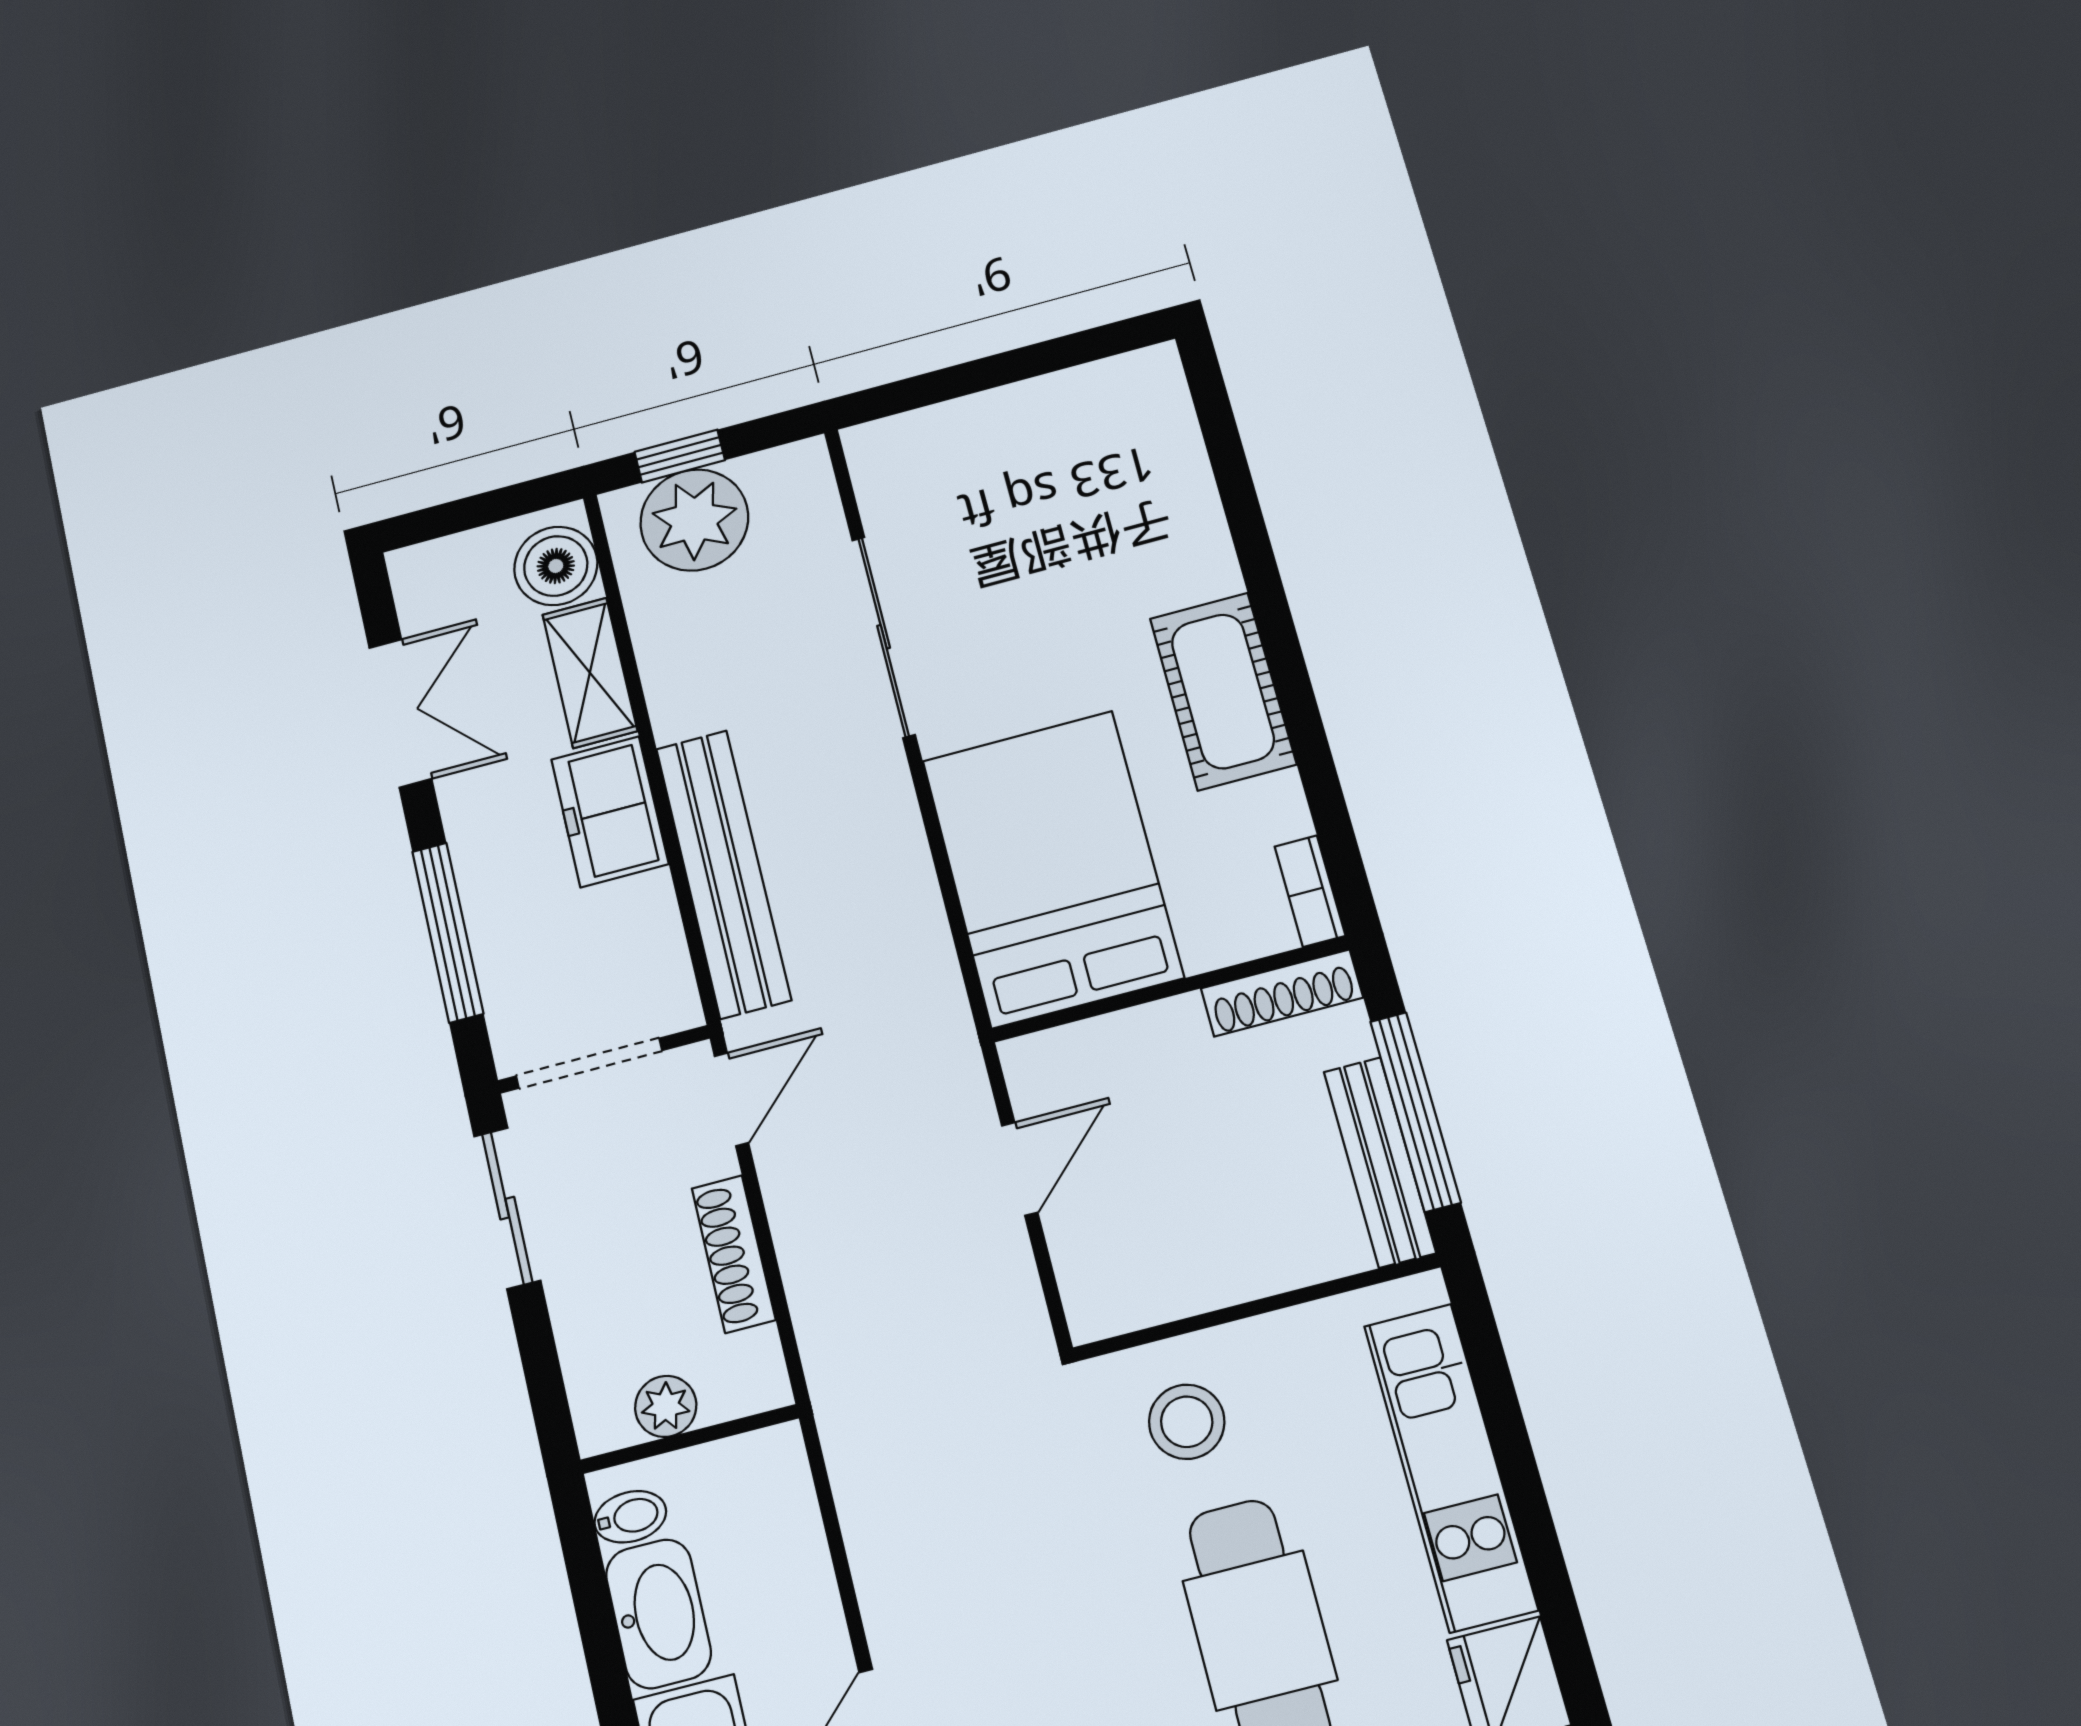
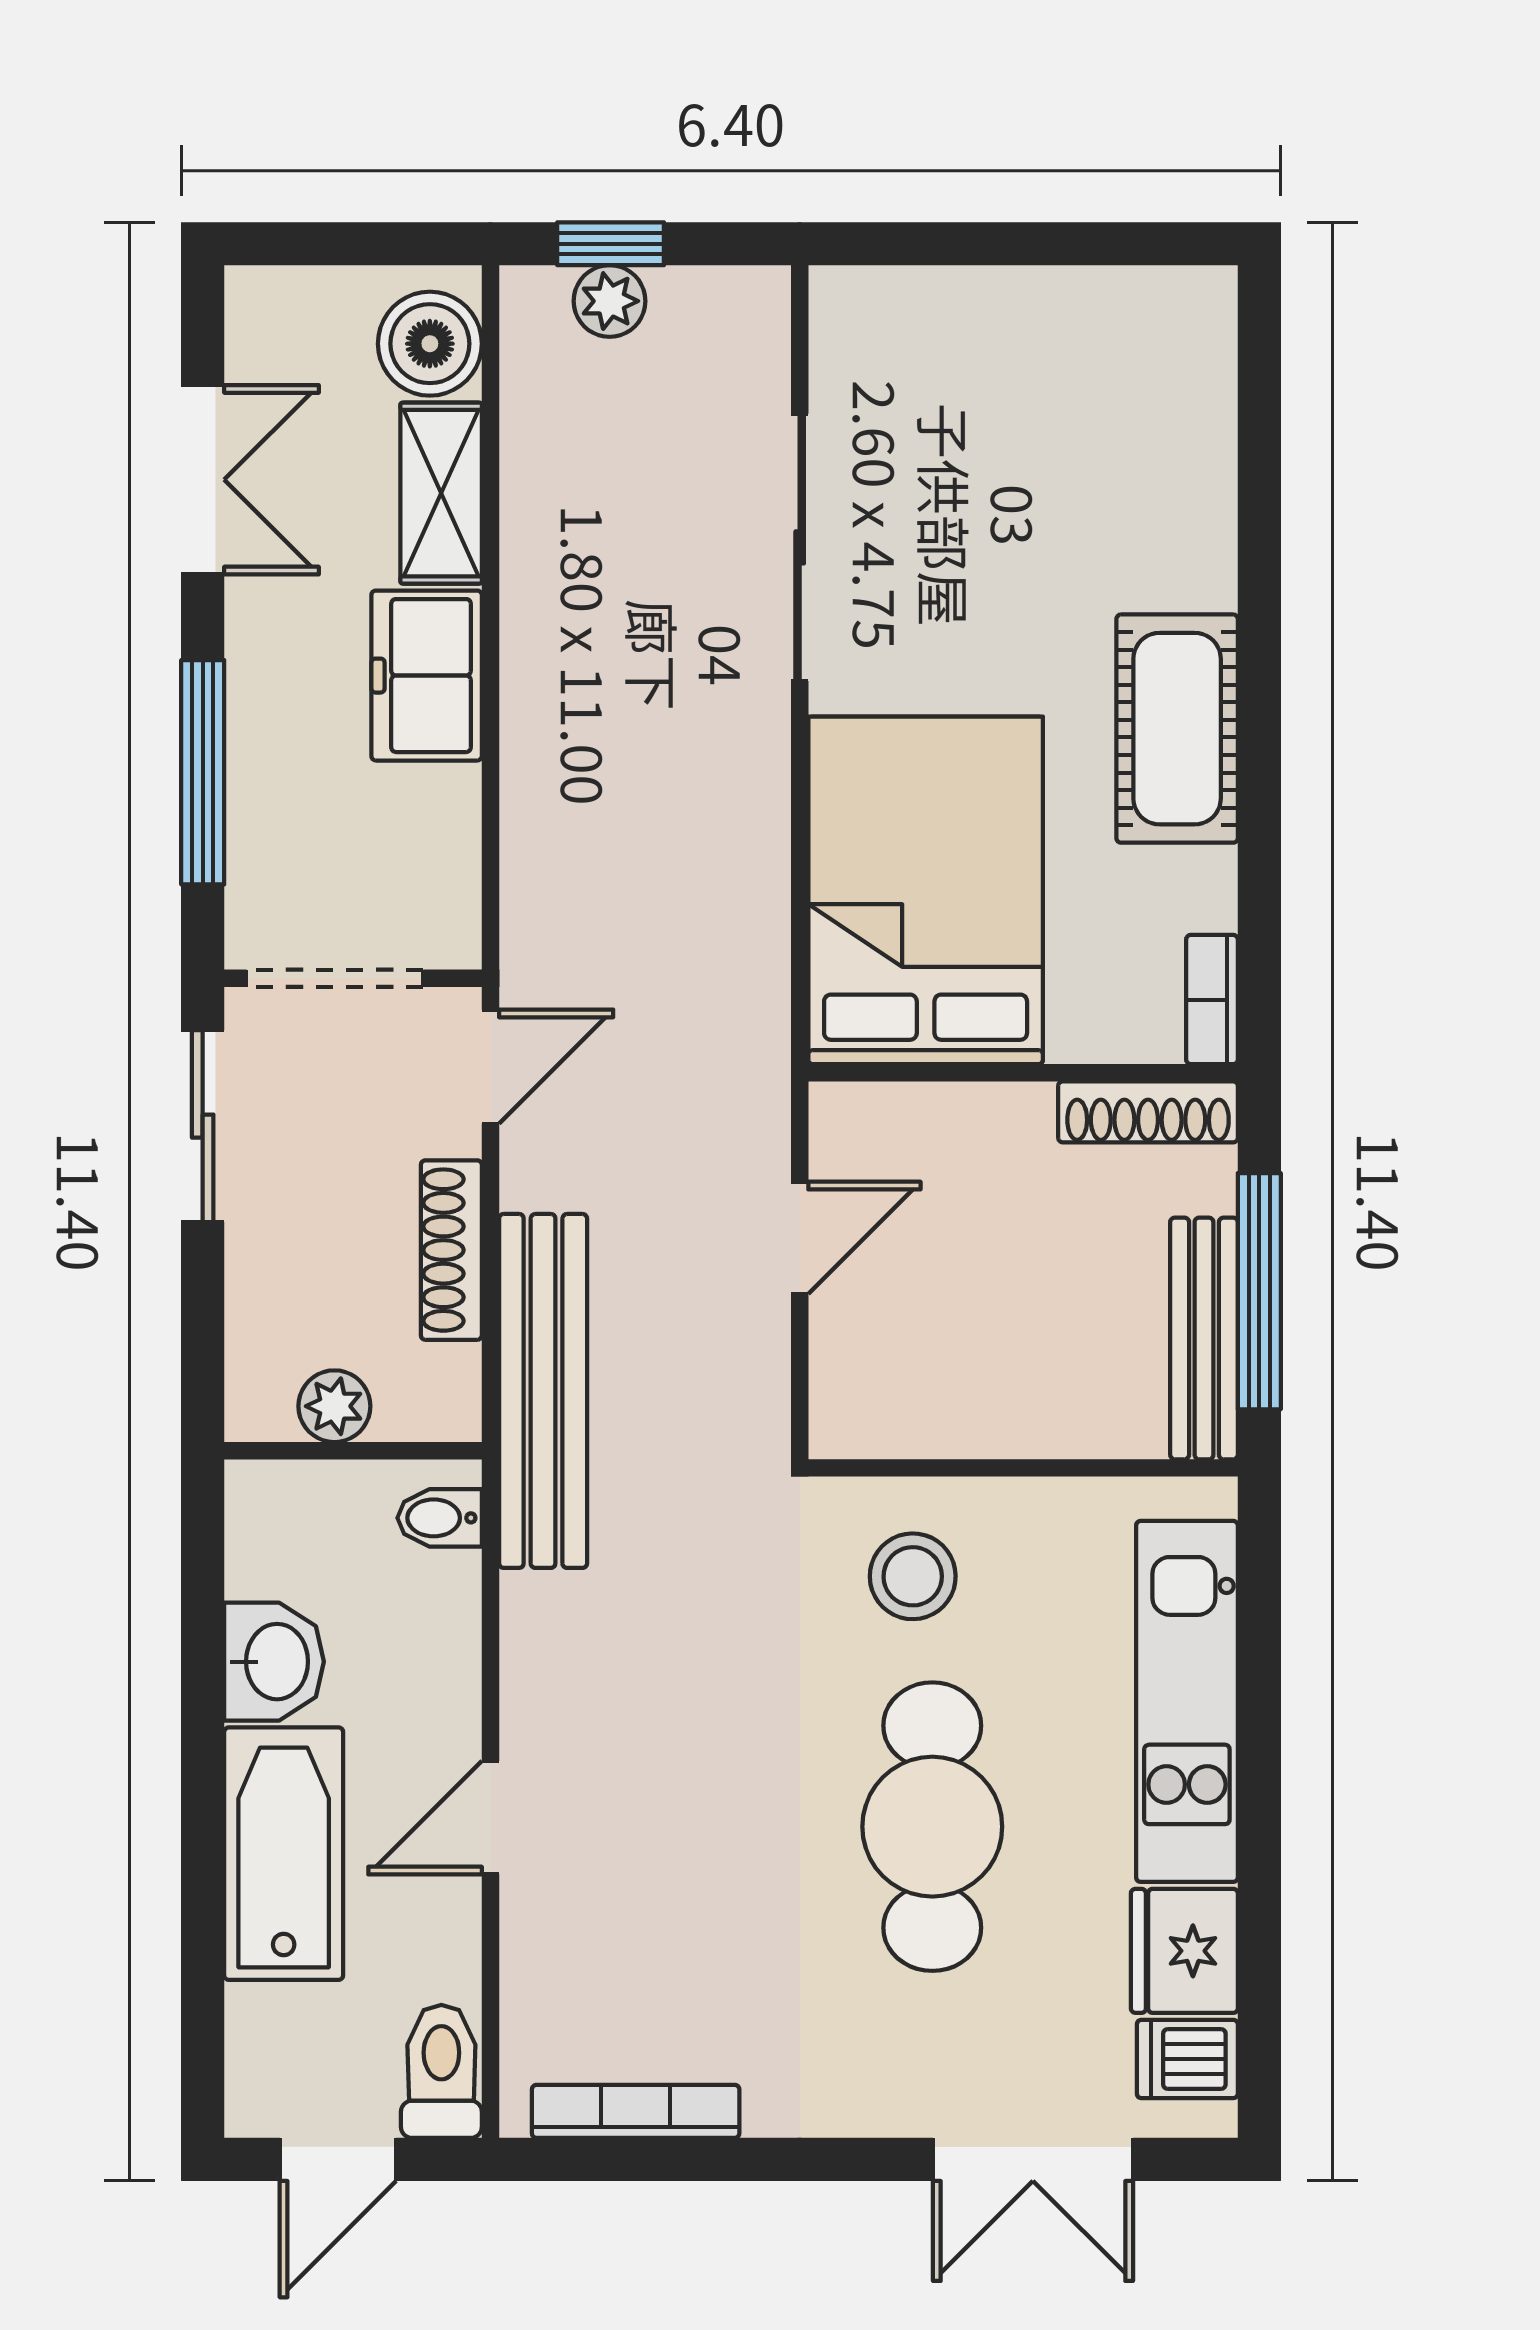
plant: (694, 520) -> (610, 301), width x0.53, depth x0.53
bench: (723, 874) -> (543, 1391), moved
bidet: (630, 1517) -> (440, 1518), moved, turned 180
washbasin: (658, 1614) -> (274, 1662), width x0.72

